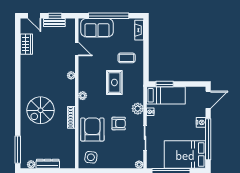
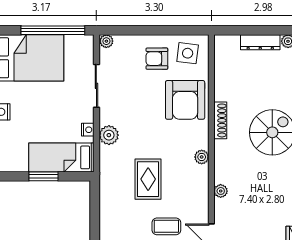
coffee table: (127, 58) -> (166, 226), moved
window: (165, 84) -> (43, 176), moved
armchair: (119, 123) -> (157, 59), moved

